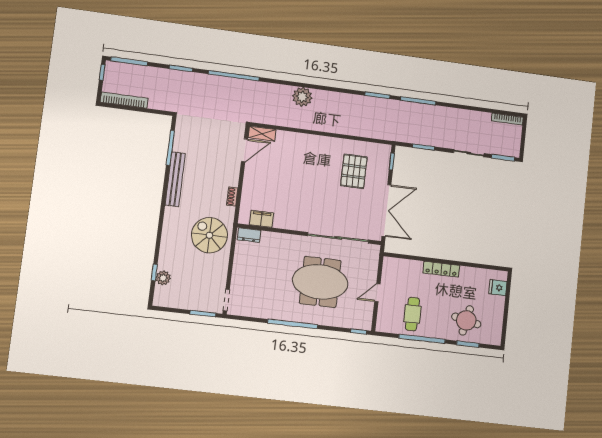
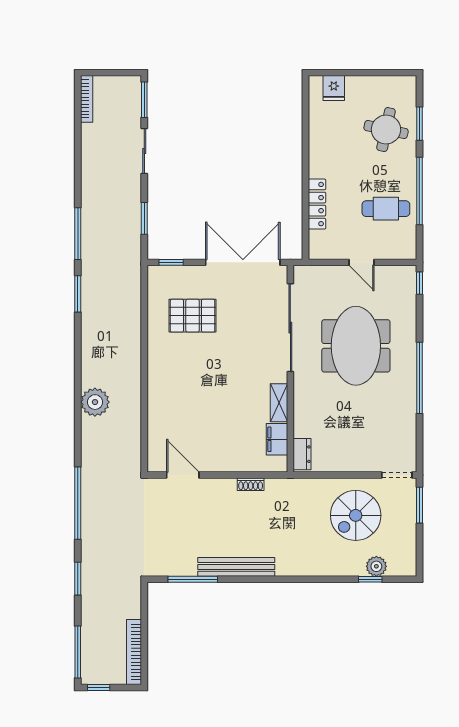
shelving: (262, 134) -> (279, 403), moved
spiral stairs: (209, 235) -> (356, 515), moved
locker: (441, 269) -> (317, 204), moved

